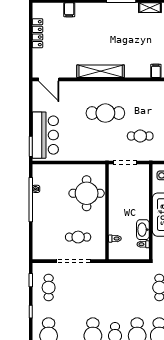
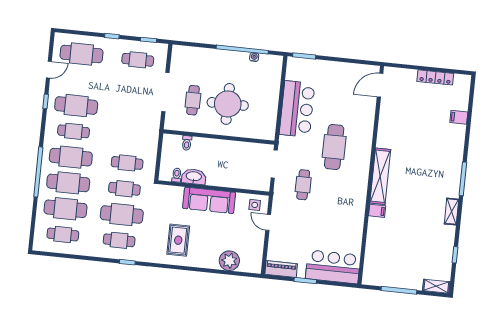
shelving: (101, 71) -> (380, 176), moved
bar counter: (45, 135) -> (297, 109), moved, turned -90
round table: (87, 193) -> (228, 104), moved
cafe table: (137, 288) -> (127, 163), added

